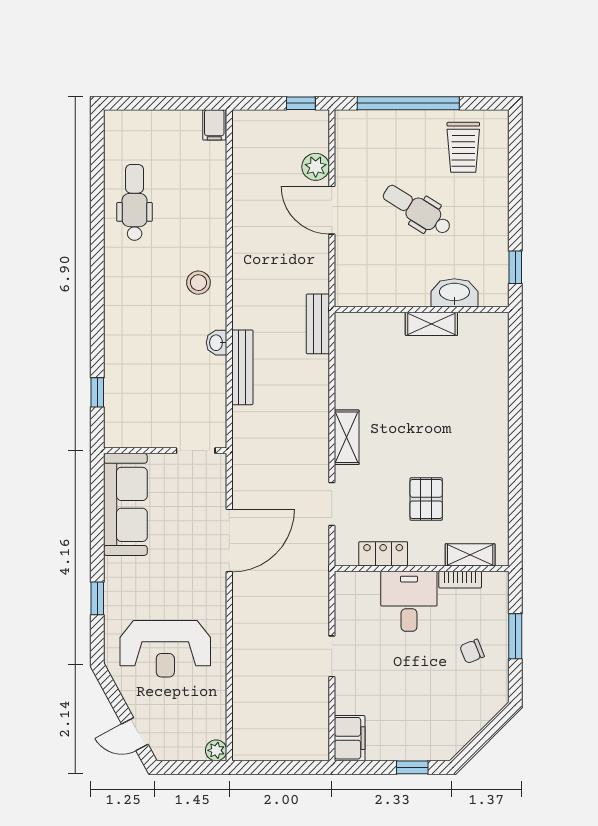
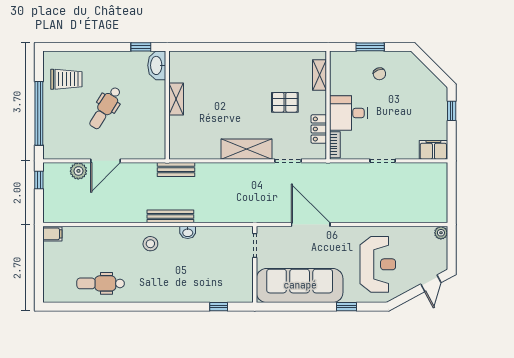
washbasin: (454, 293) -> (157, 65), moved
bench: (242, 367) -> (170, 216), moved
shelving: (347, 437) -> (246, 149), width x1.50, depth x1.33
sofa: (125, 504) -> (300, 285), width x1.36, depth x1.27
bookcase: (460, 580) -> (335, 145), moved

